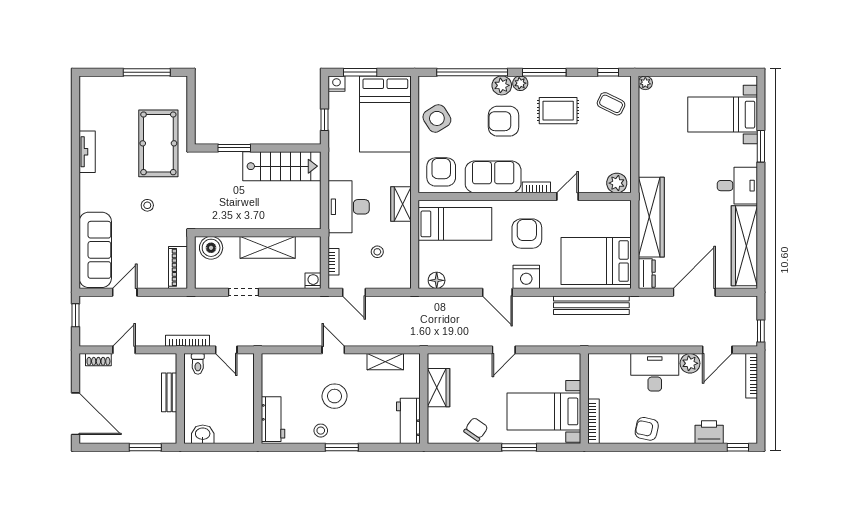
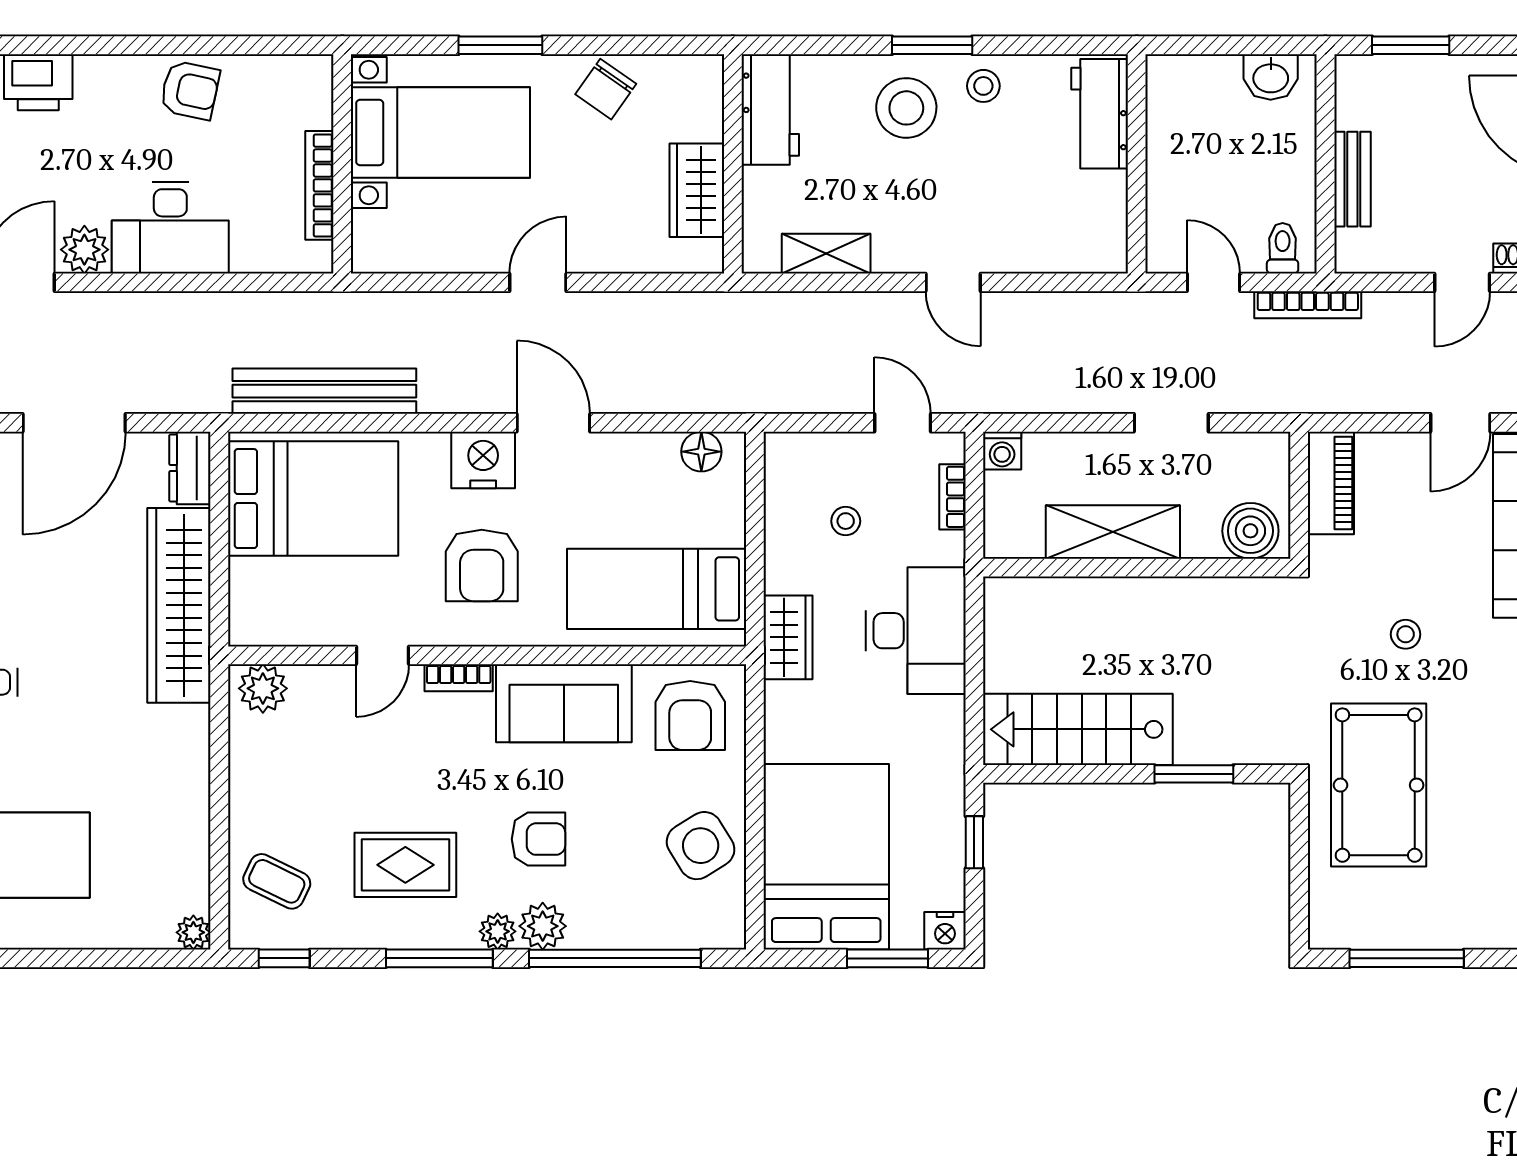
armchair: (503, 121) -> (539, 839), width x0.72, depth x0.72
stool: (335, 396) -> (906, 108), moved
bookcase: (593, 421) -> (319, 185), moved

